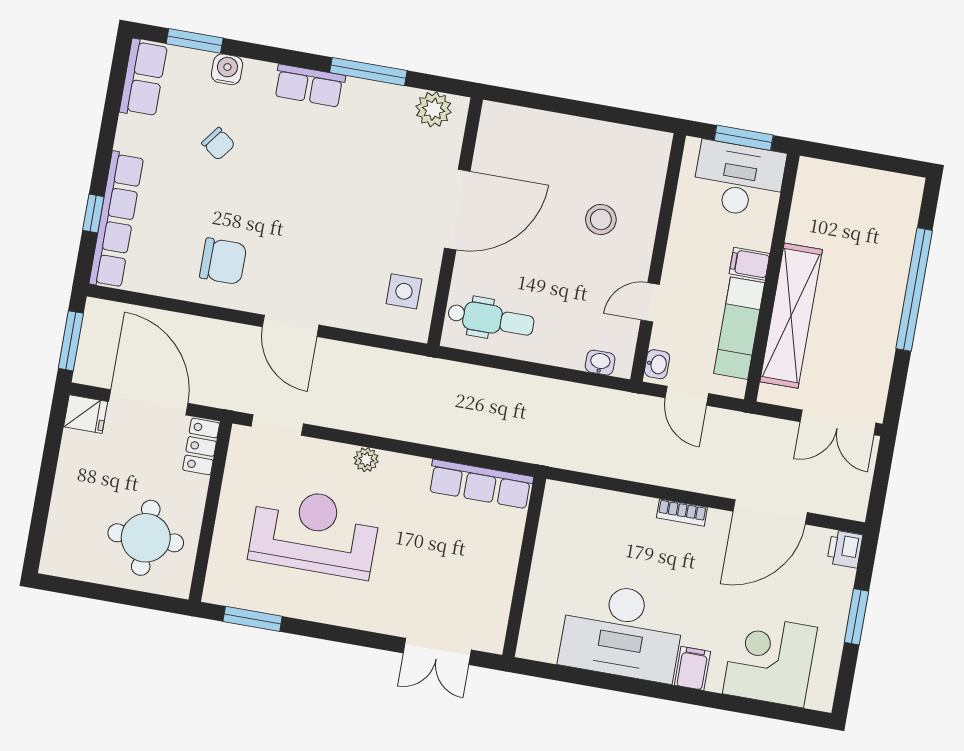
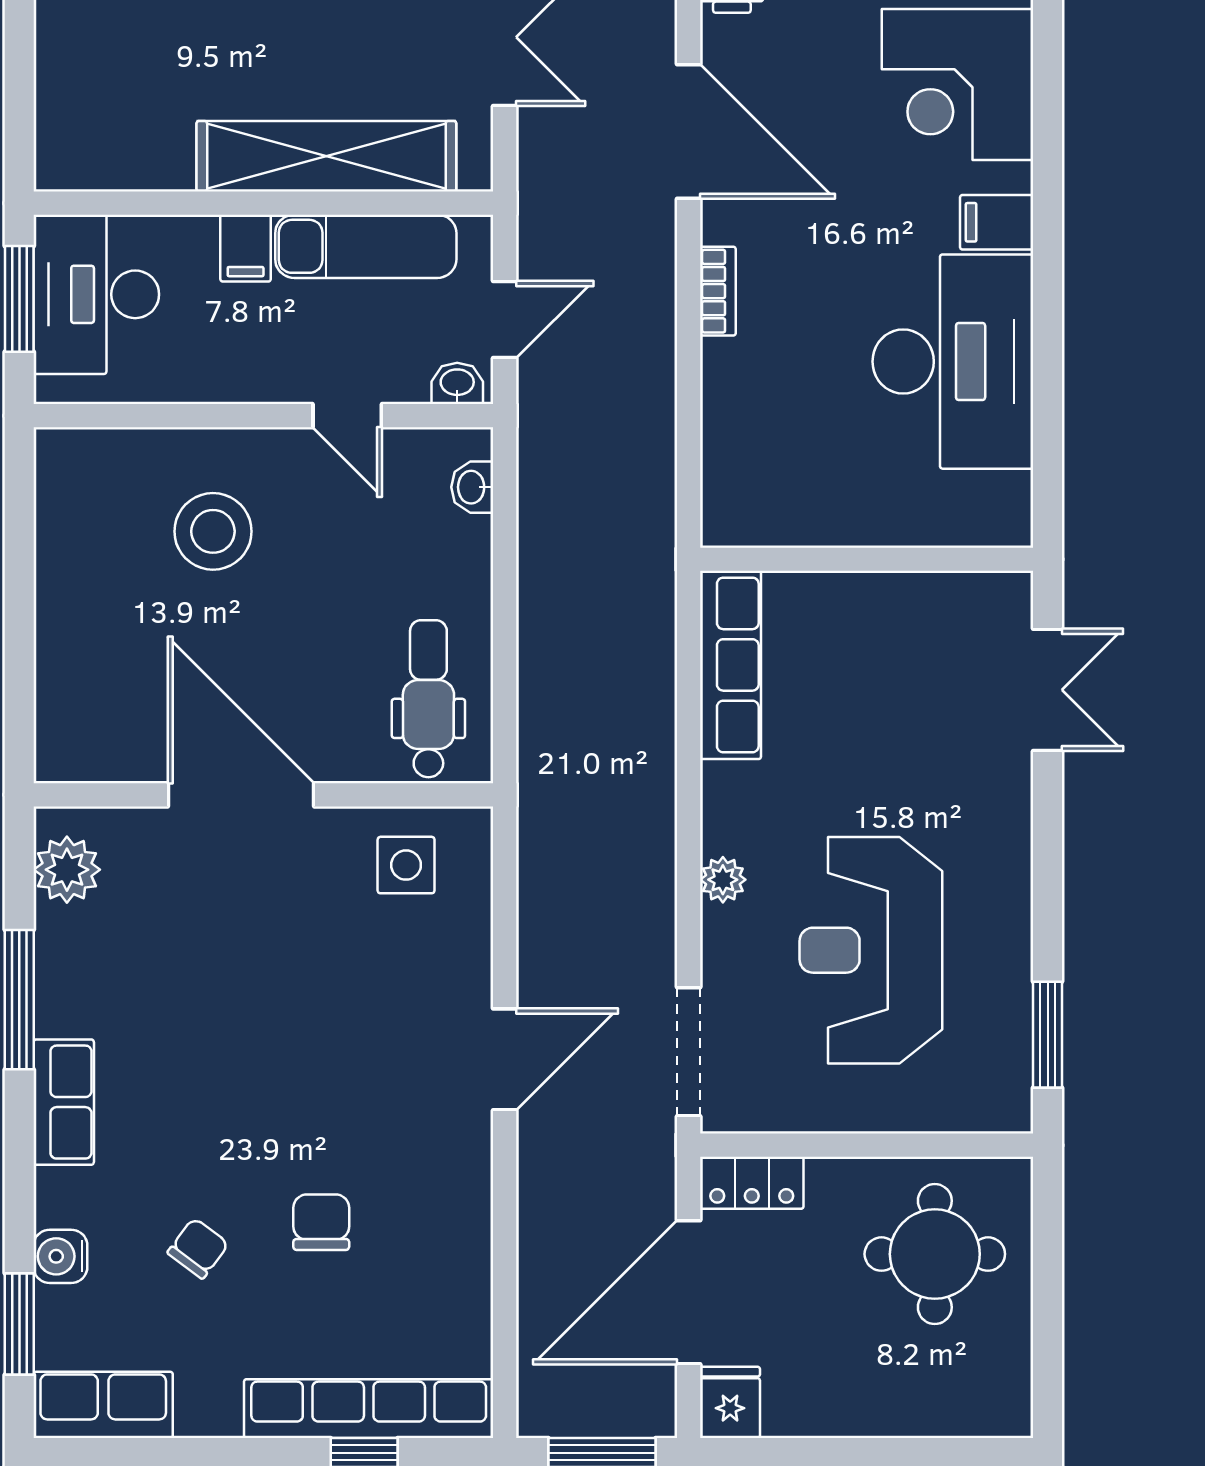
stool: (601, 219) -> (213, 531), width x1.38, depth x1.38
chair: (223, 261) -> (321, 1222), moved, width x0.73, depth x0.73
doorway: (277, 425) -> (689, 1052), width x1.38

